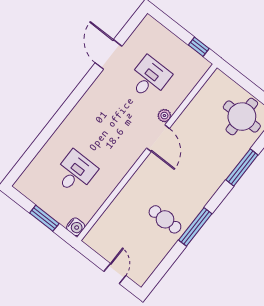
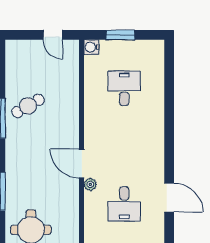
desk: (75, 172) -> (124, 88), turned 180
cafe table: (165, 219) -> (28, 106), turned -30
door: (115, 274) -> (53, 35), moved

